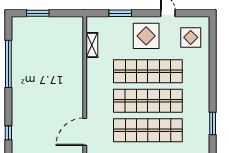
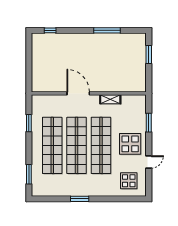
shelving: (92, 45) -> (110, 99), moved
window: (8, 64) -> (107, 30), width x0.68
window: (213, 124) -> (80, 199), moved
door: (85, 132) -> (78, 93), moved

